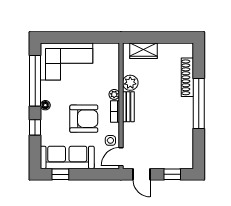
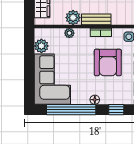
plant: (101, 50) -> (41, 46), added
plant: (114, 94) -> (69, 33), moved
armchair: (84, 119) -> (108, 62), turned 180

